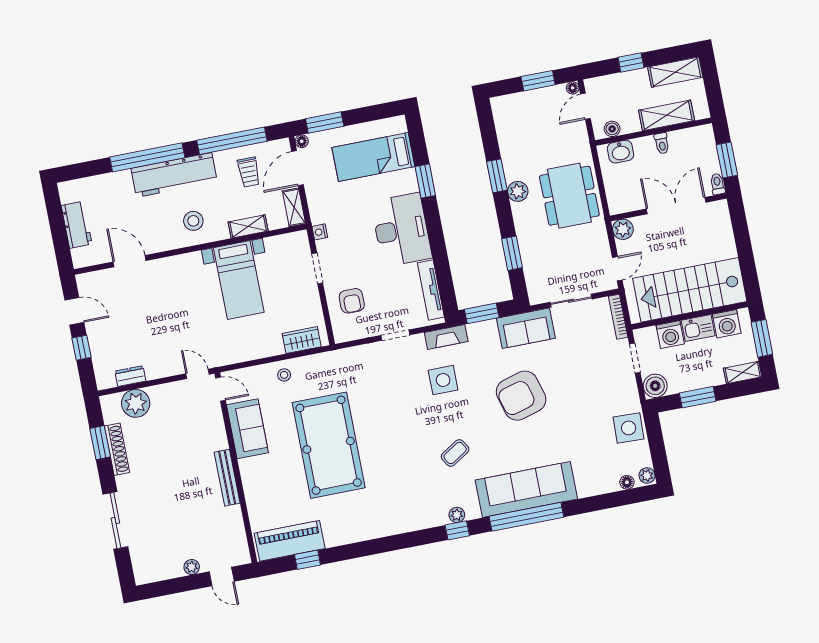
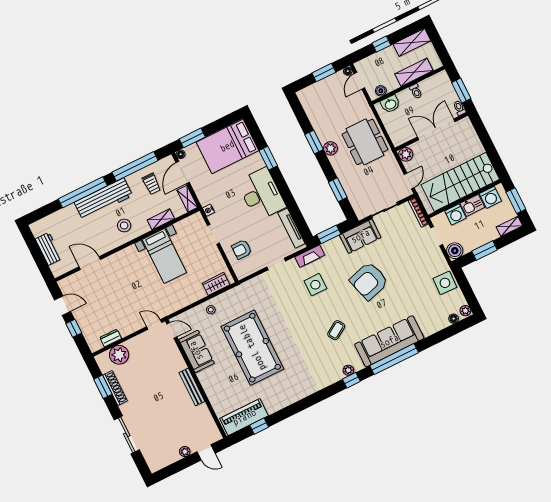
bed: (373, 157) -> (227, 146), width x1.50
armchair: (352, 301) -> (242, 249), turned 90

